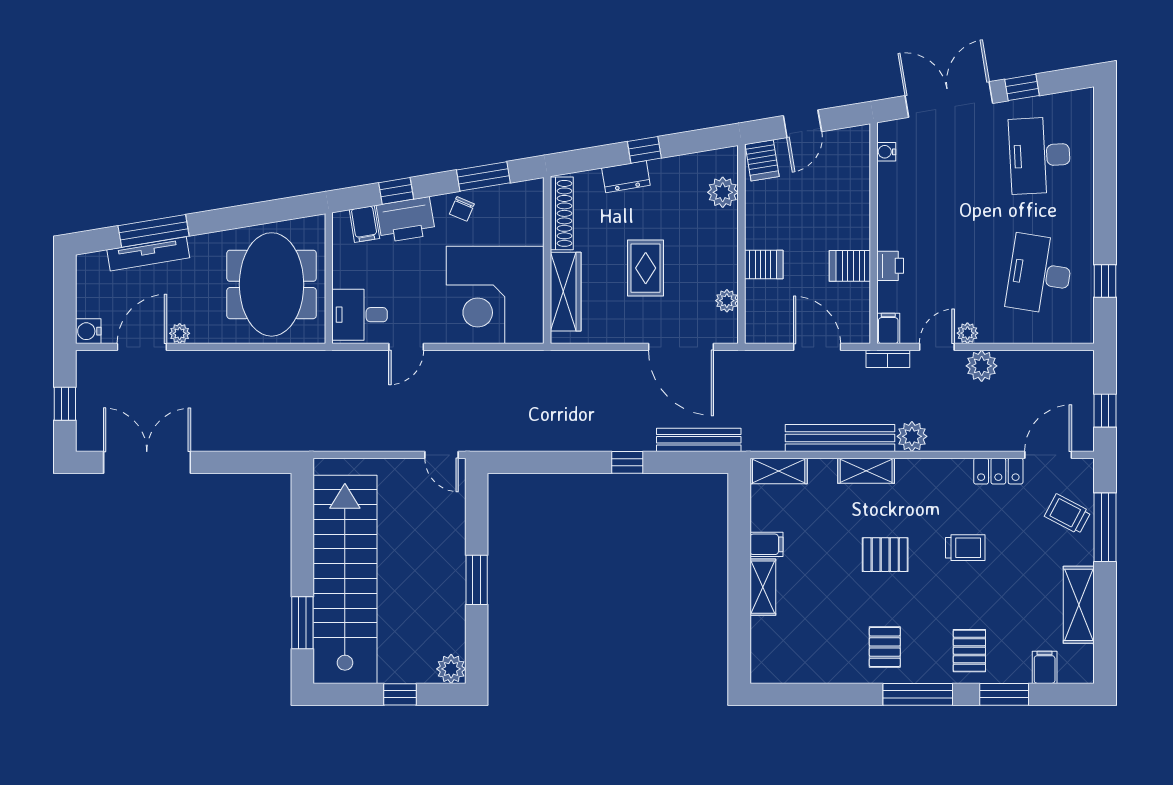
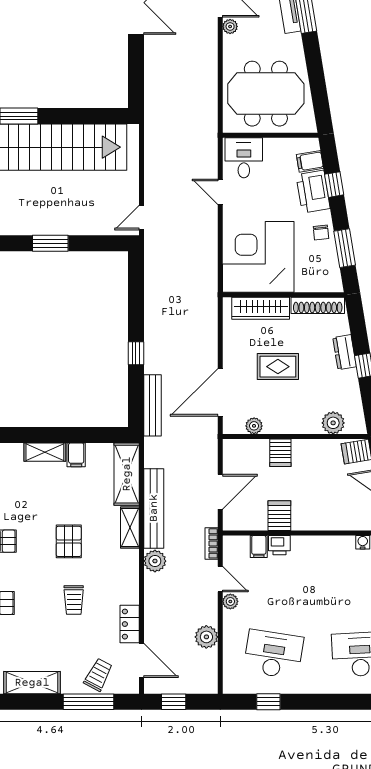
chair: (462, 209) -> (321, 233), turned -119
filing cabinet: (888, 328) -> (259, 546), moved, turned 90
plant: (982, 366) -> (206, 637), moved
shelving: (779, 471) -> (127, 474), width x1.50, depth x1.33

